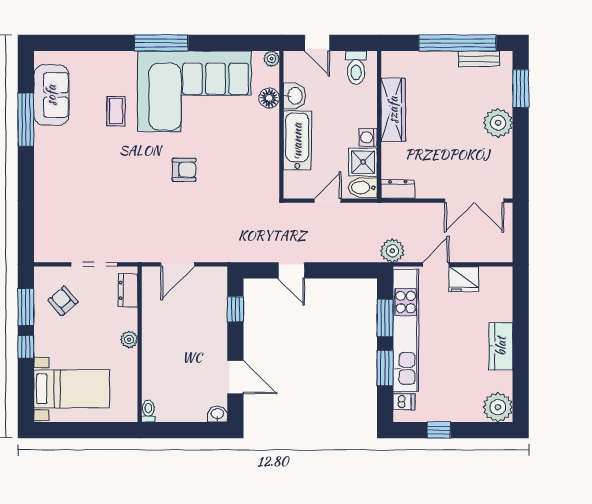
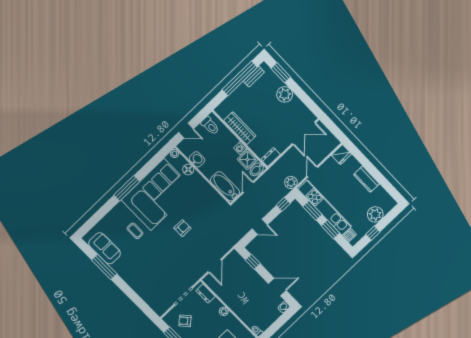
bathtub: (297, 140) -> (225, 186), moved
window: (353, 270) -> (283, 204), added
fridge: (464, 279) -> (341, 155), moved
plant: (498, 407) -> (375, 214), moved

